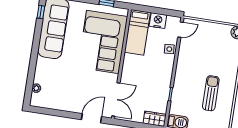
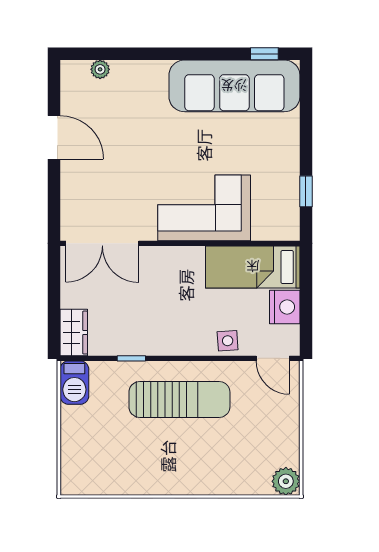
corner sofa: (103, 42) -> (204, 208), width x0.73, depth x0.74
sun lounger: (211, 93) -> (179, 399), moved, width x1.36, depth x1.34
door: (91, 118) -> (54, 137), moved

